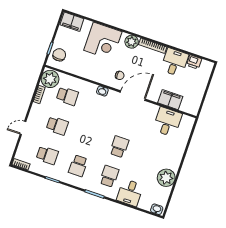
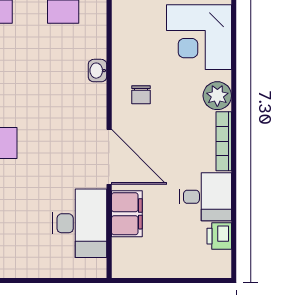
door: (133, 96) -> (109, 157), moved
desk: (167, 122) -> (80, 223), width x1.37

